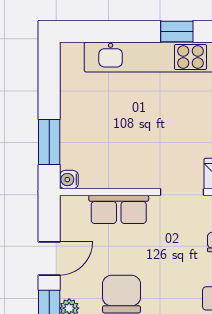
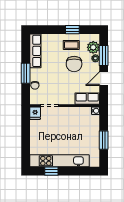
window: (49, 142) -> (104, 140), moved
row of seats: (119, 209) -> (87, 99), moved

